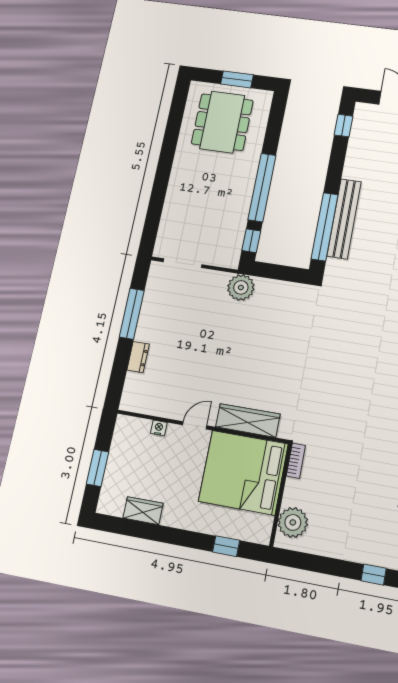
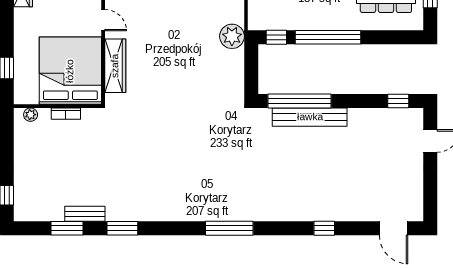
bookcase: (296, 461) -> (66, 114), moved
plant: (293, 522) -> (31, 115), width x0.53, depth x0.53

